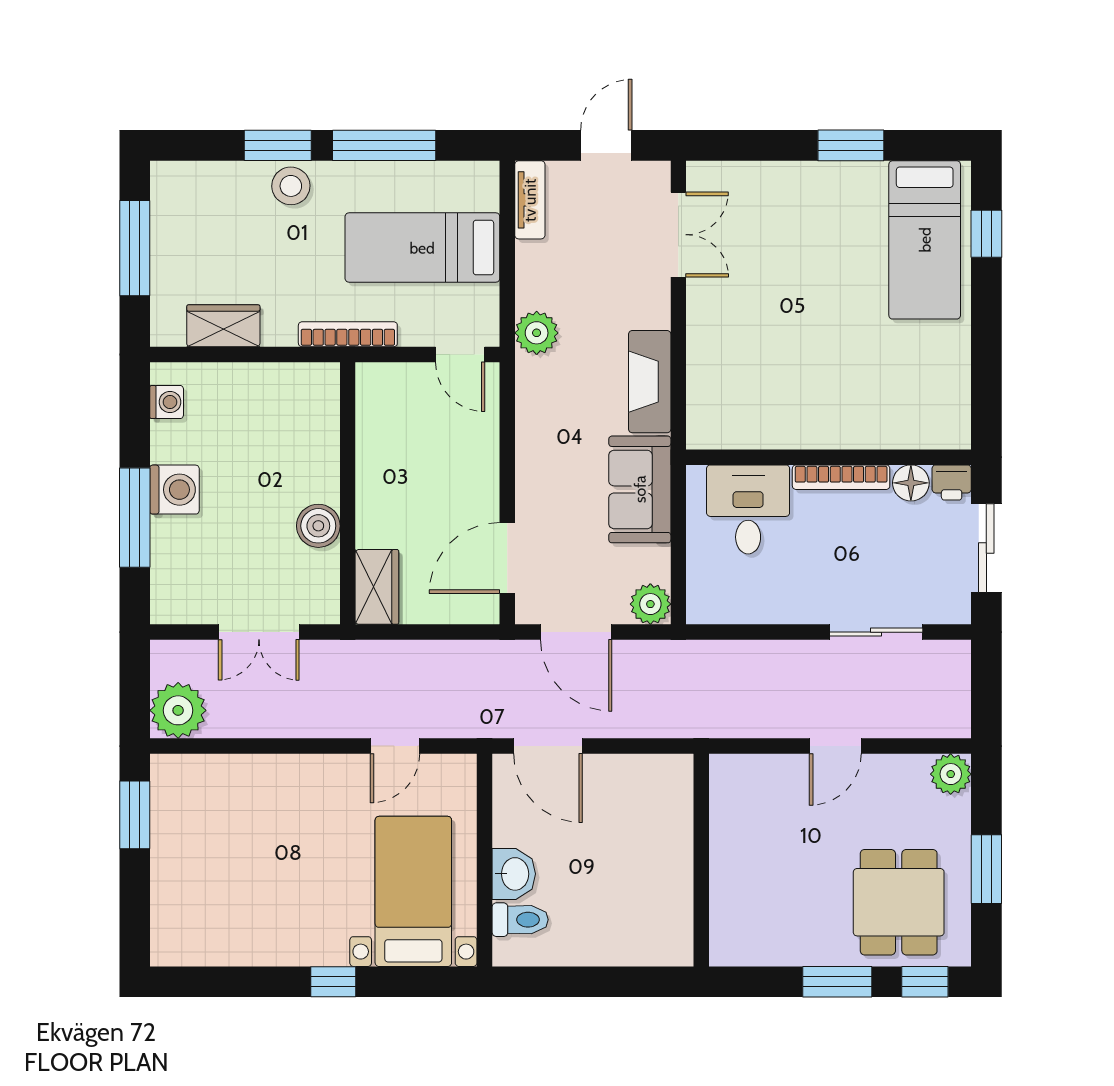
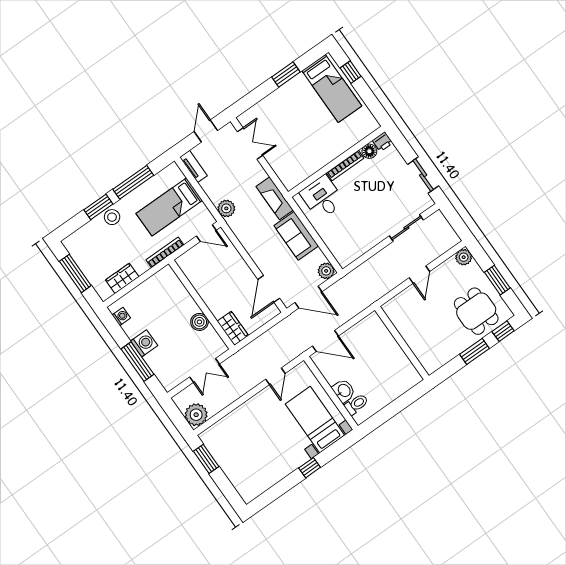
wall: (829, 457) -> (336, 162), moved
bookcase: (841, 477) -> (345, 165), moved
printer: (952, 482) -> (383, 142), moved
floor lamp: (911, 483) -> (369, 151), moved
desk: (748, 509) -> (322, 197), moved

